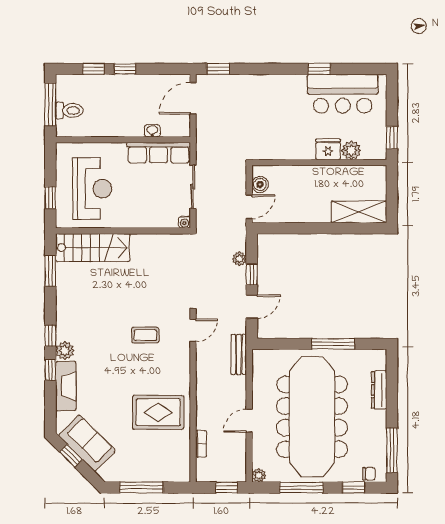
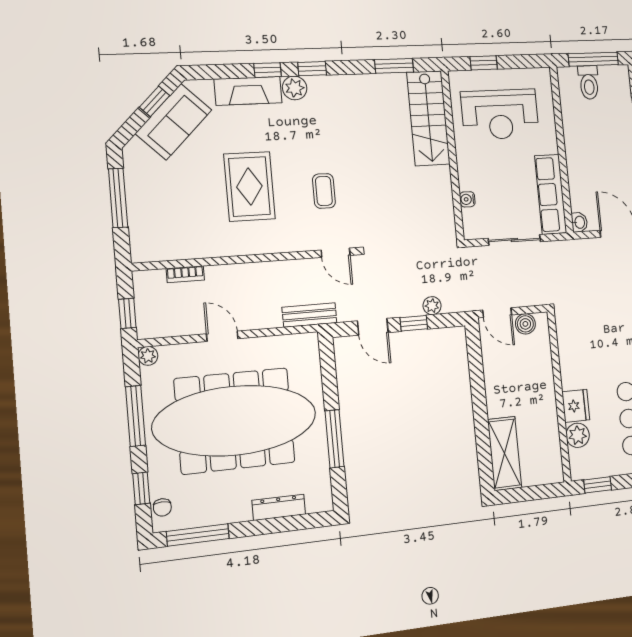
washbasin: (152, 131) -> (579, 222), moved
water cooler: (184, 222) -> (467, 199), moved
rug: (158, 412) -> (250, 187), moved

